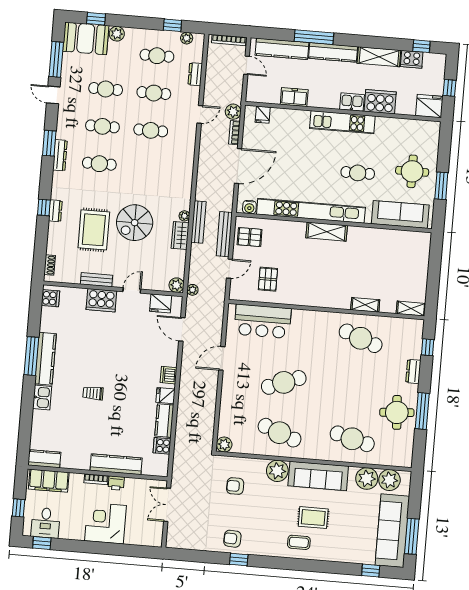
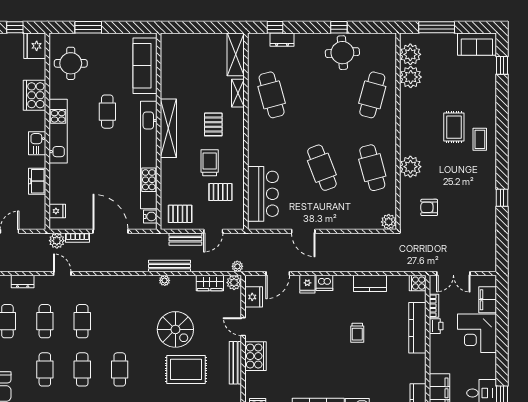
kitchen sink: (352, 102) -> (37, 143), moved
round table: (412, 171) -> (71, 63), moved
window: (441, 186) -> (88, 27), moved
shelving: (327, 232) -> (168, 128), width x1.47
bench: (224, 234) -> (185, 239), width x0.73
wardrobe: (180, 235) -> (210, 283), moved
pallet: (250, 237) -> (180, 214), turned 90
door: (229, 269) -> (213, 231), swing flipped
trolley: (298, 271) -> (210, 163), added
pallet: (336, 278) -> (213, 124), added
bench: (96, 280) -> (235, 363), width x1.36
shelving: (411, 309) -> (236, 54), width x1.50, depth x1.33
cafe table: (361, 338) -> (272, 95), turned -36
dresser: (413, 371) -> (282, 40), moved
trolley: (93, 393) -> (357, 333), moved
fridge: (166, 396) -> (307, 284), moved
window: (422, 411) -> (339, 27), width x0.46
cafe table: (280, 433) -> (372, 168), turned -36
cooker: (162, 446) -> (418, 283), moved, turned 90
sofa: (318, 476) -> (412, 126), removed
bookcase: (96, 479) -> (434, 306), moved
armchair: (235, 486) -> (429, 207), turned 90
sofa: (392, 531) -> (477, 44), width x0.54, depth x0.79
window: (412, 536) -> (437, 27), moved
filing cabinet: (138, 537) -> (488, 300), added
armchair: (232, 539) -> (482, 206), removed

